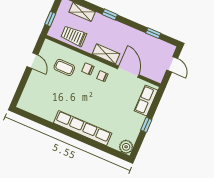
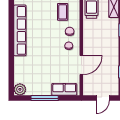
shelving: (106, 54) -> (88, 41), removed
window: (146, 125) -> (45, 98), width x2.17
row of seats: (83, 128) -> (20, 30), moved

